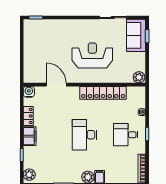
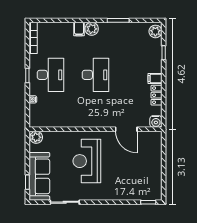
sofa: (136, 35) -> (39, 176), width x1.36
reception desk: (92, 55) -> (87, 161), turned 90
locker: (103, 93) -> (75, 120), removed
desk: (126, 135) -> (50, 75), width x1.37
filing cabinet: (30, 136) -> (155, 78), width x0.50

